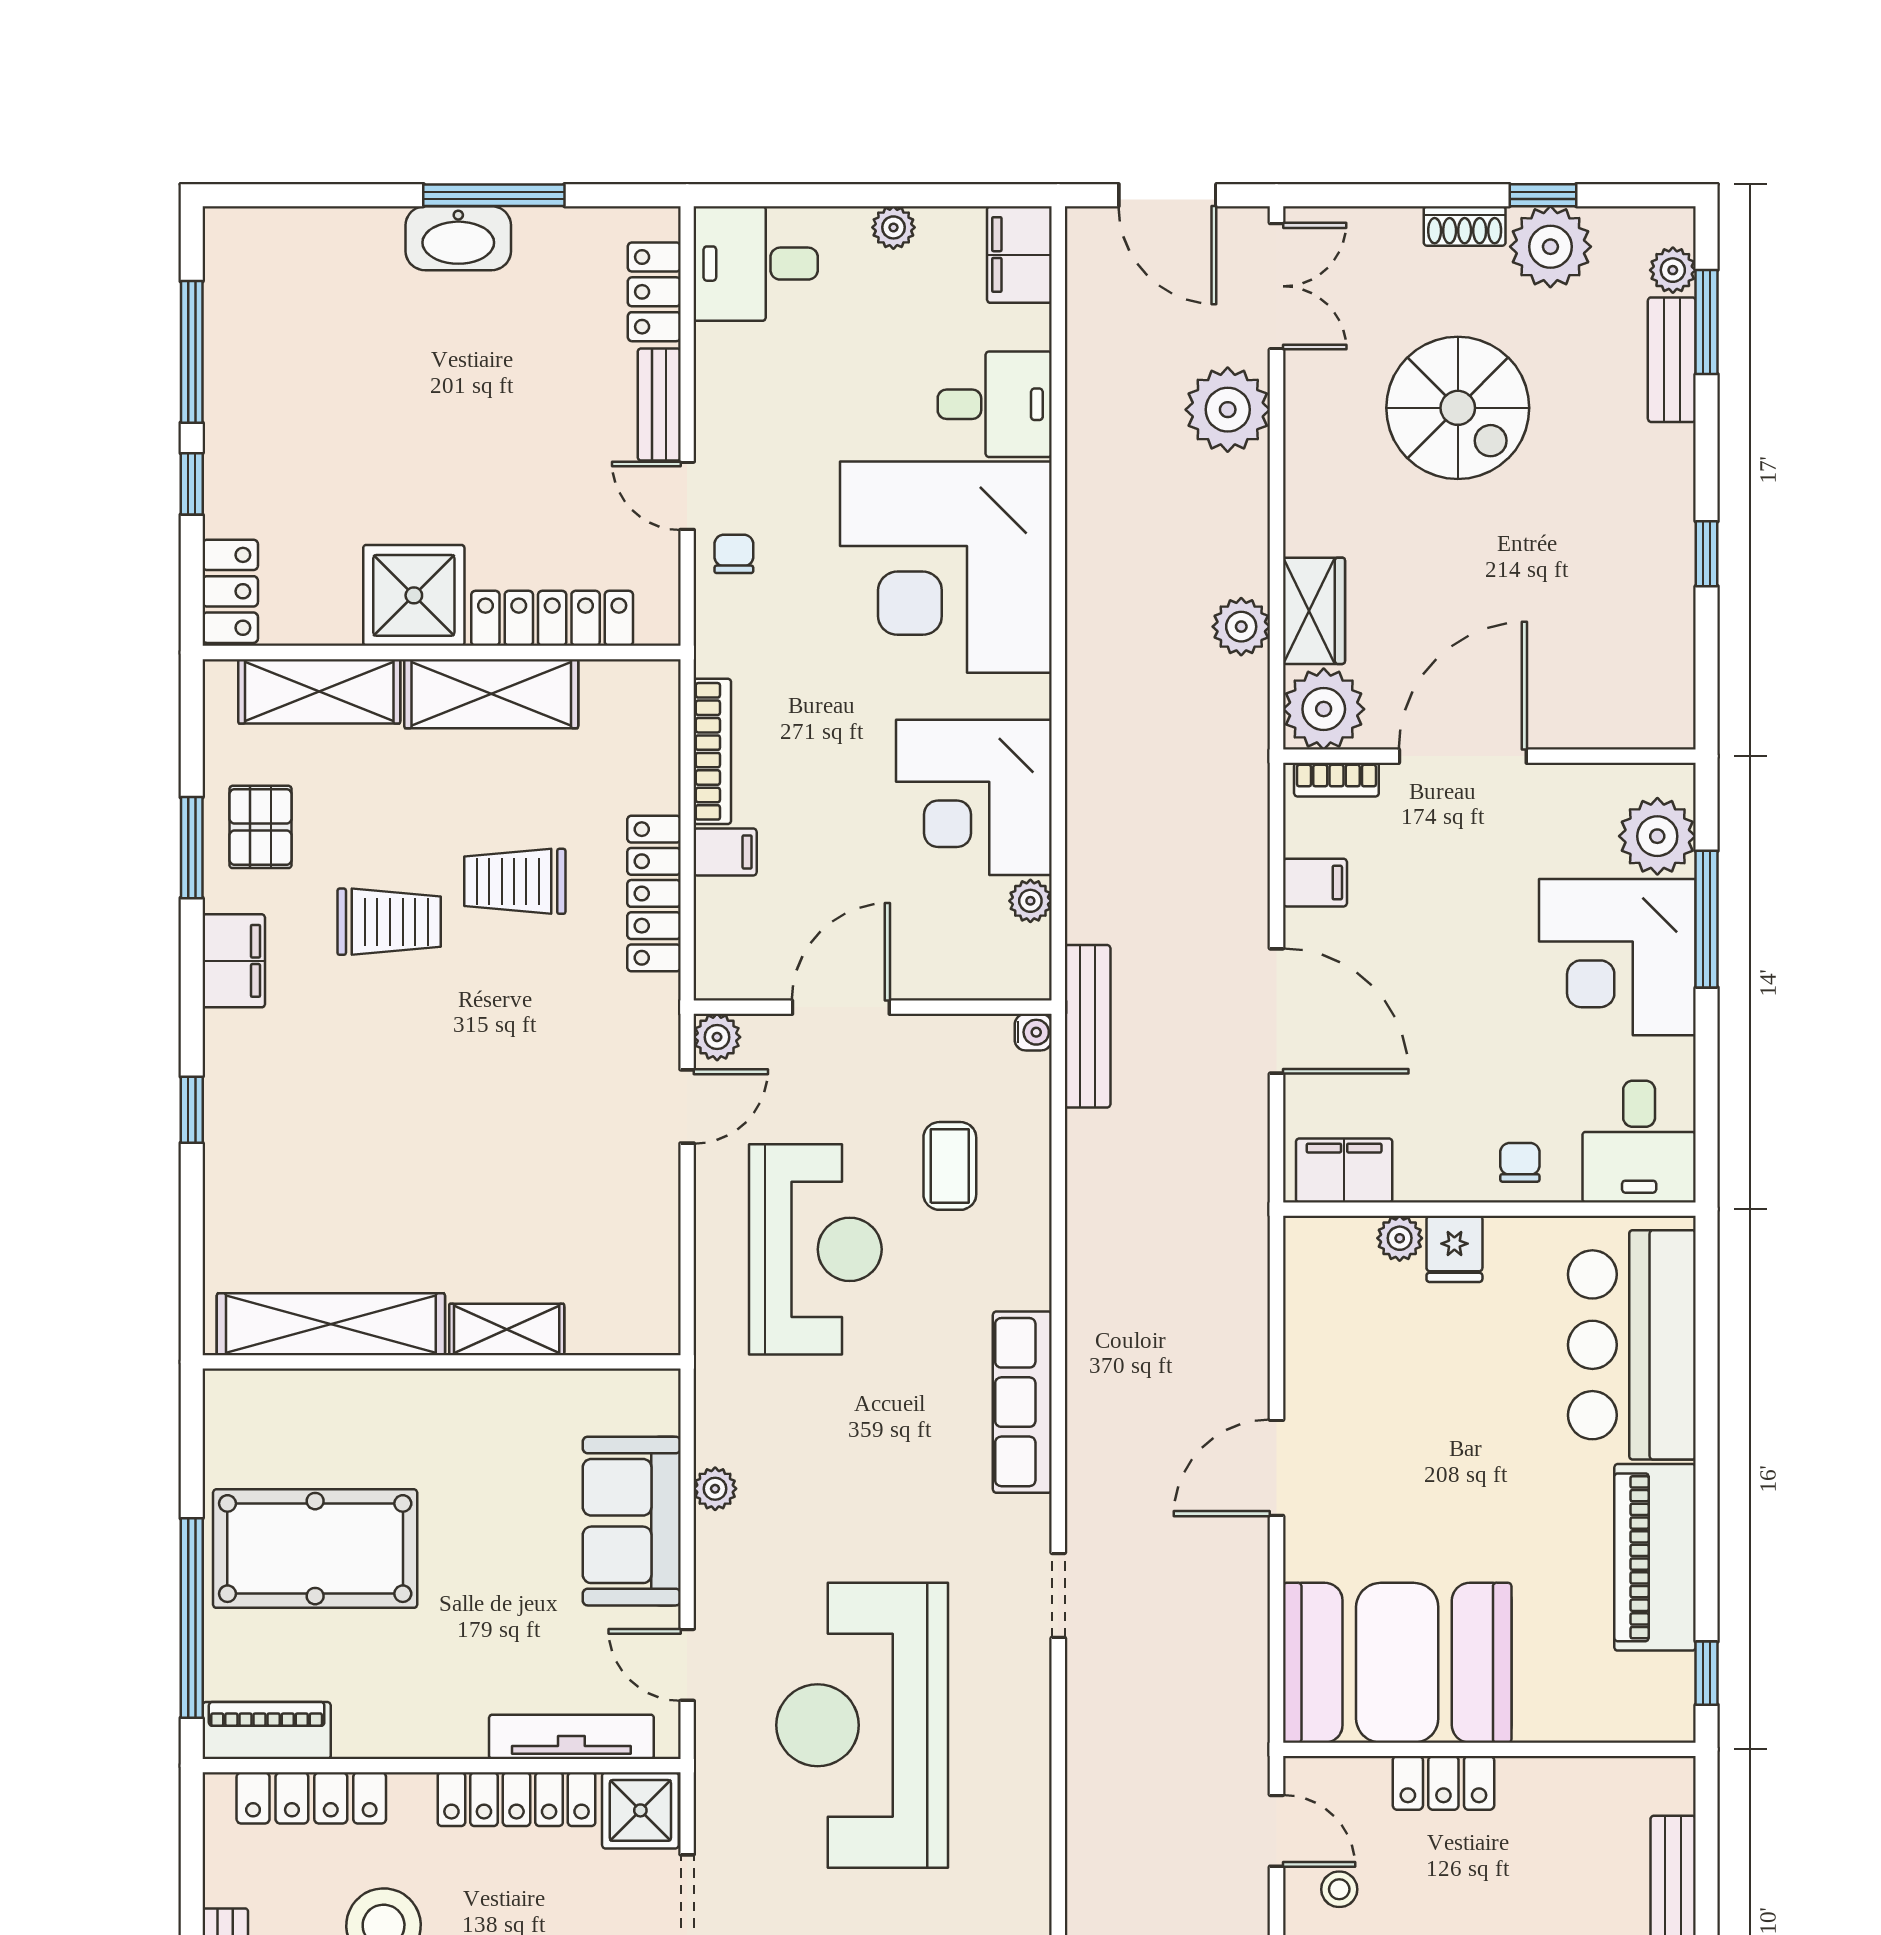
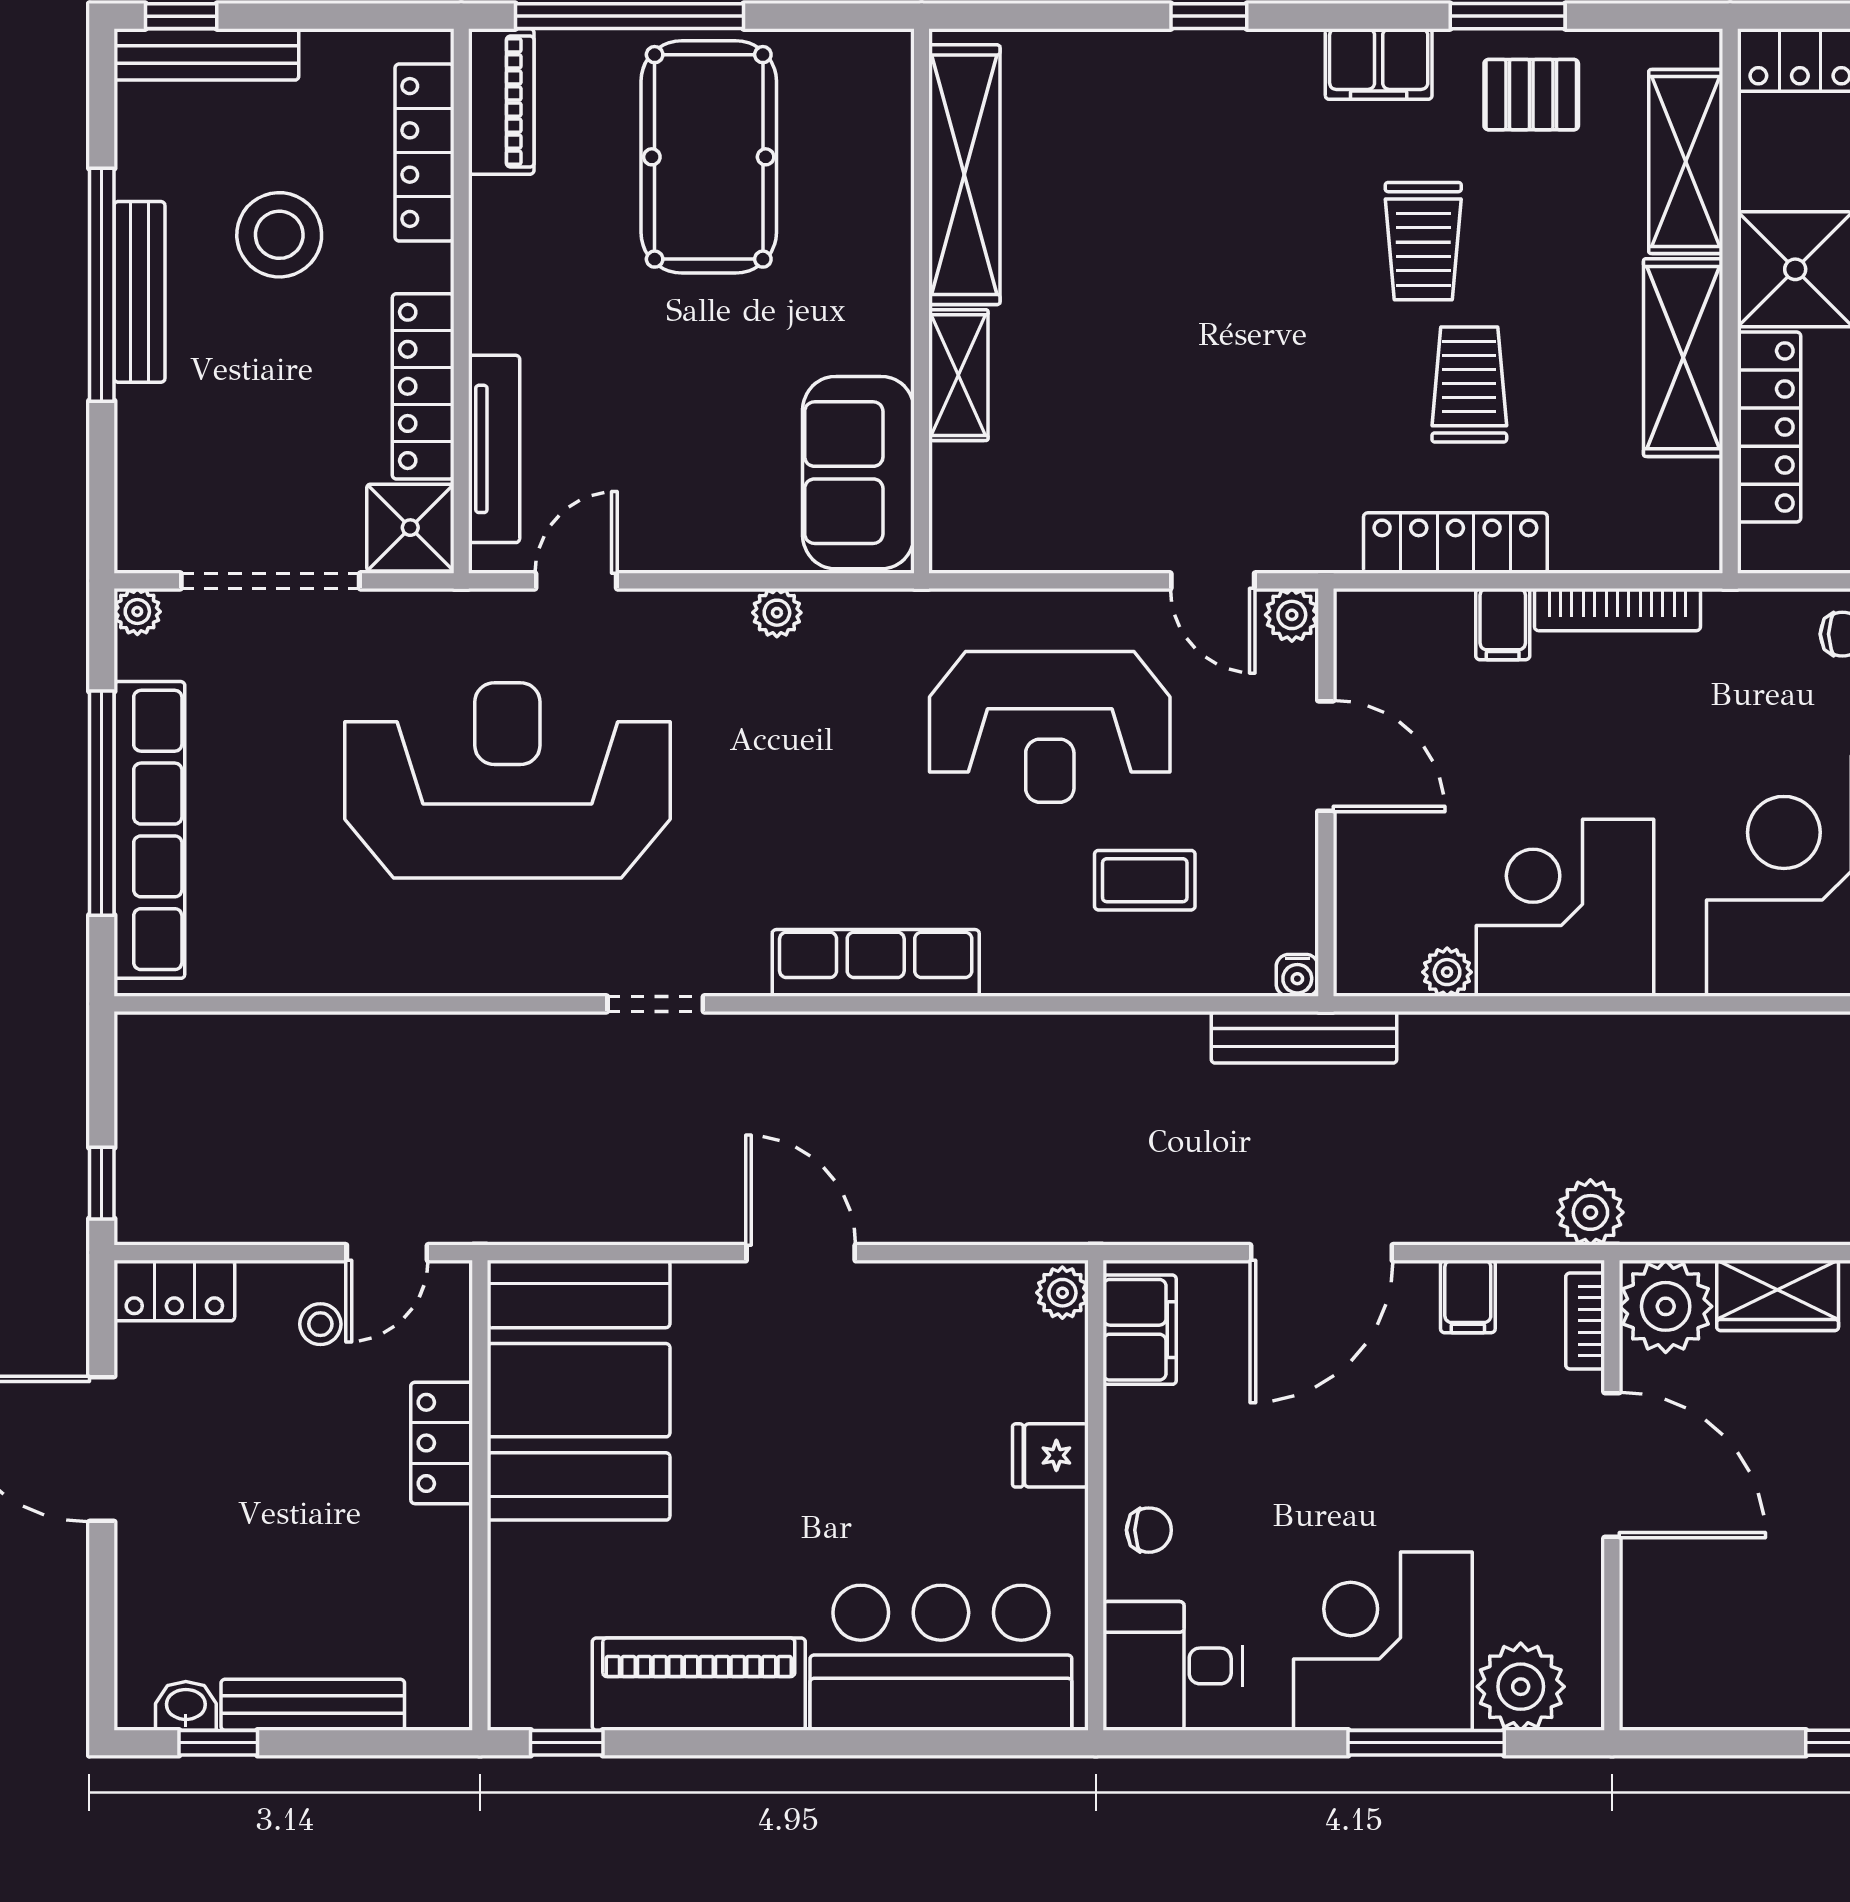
plant: (1241, 627) -> (1590, 1212), moved
plant: (1400, 1238) -> (1062, 1293), moved
sofa: (632, 1521) -> (858, 473), moved, turned -90

